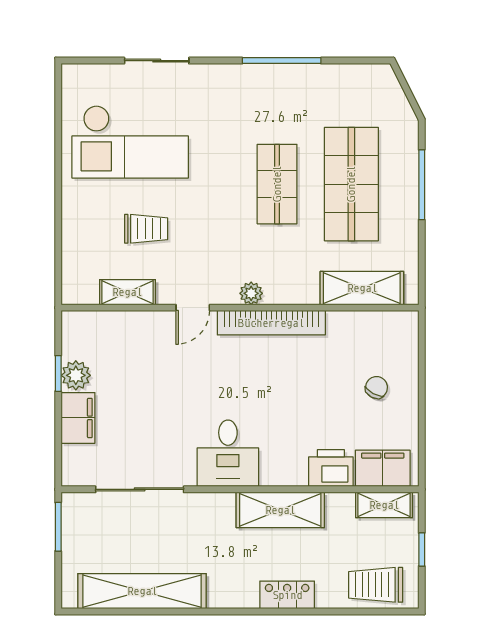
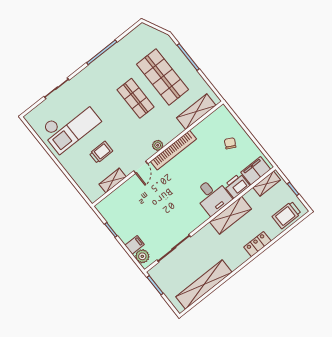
plant: (76, 375) -> (142, 256), moved
filing cabinet: (78, 418) -> (135, 245), width x0.50
desk: (228, 453) -> (213, 196), moved

